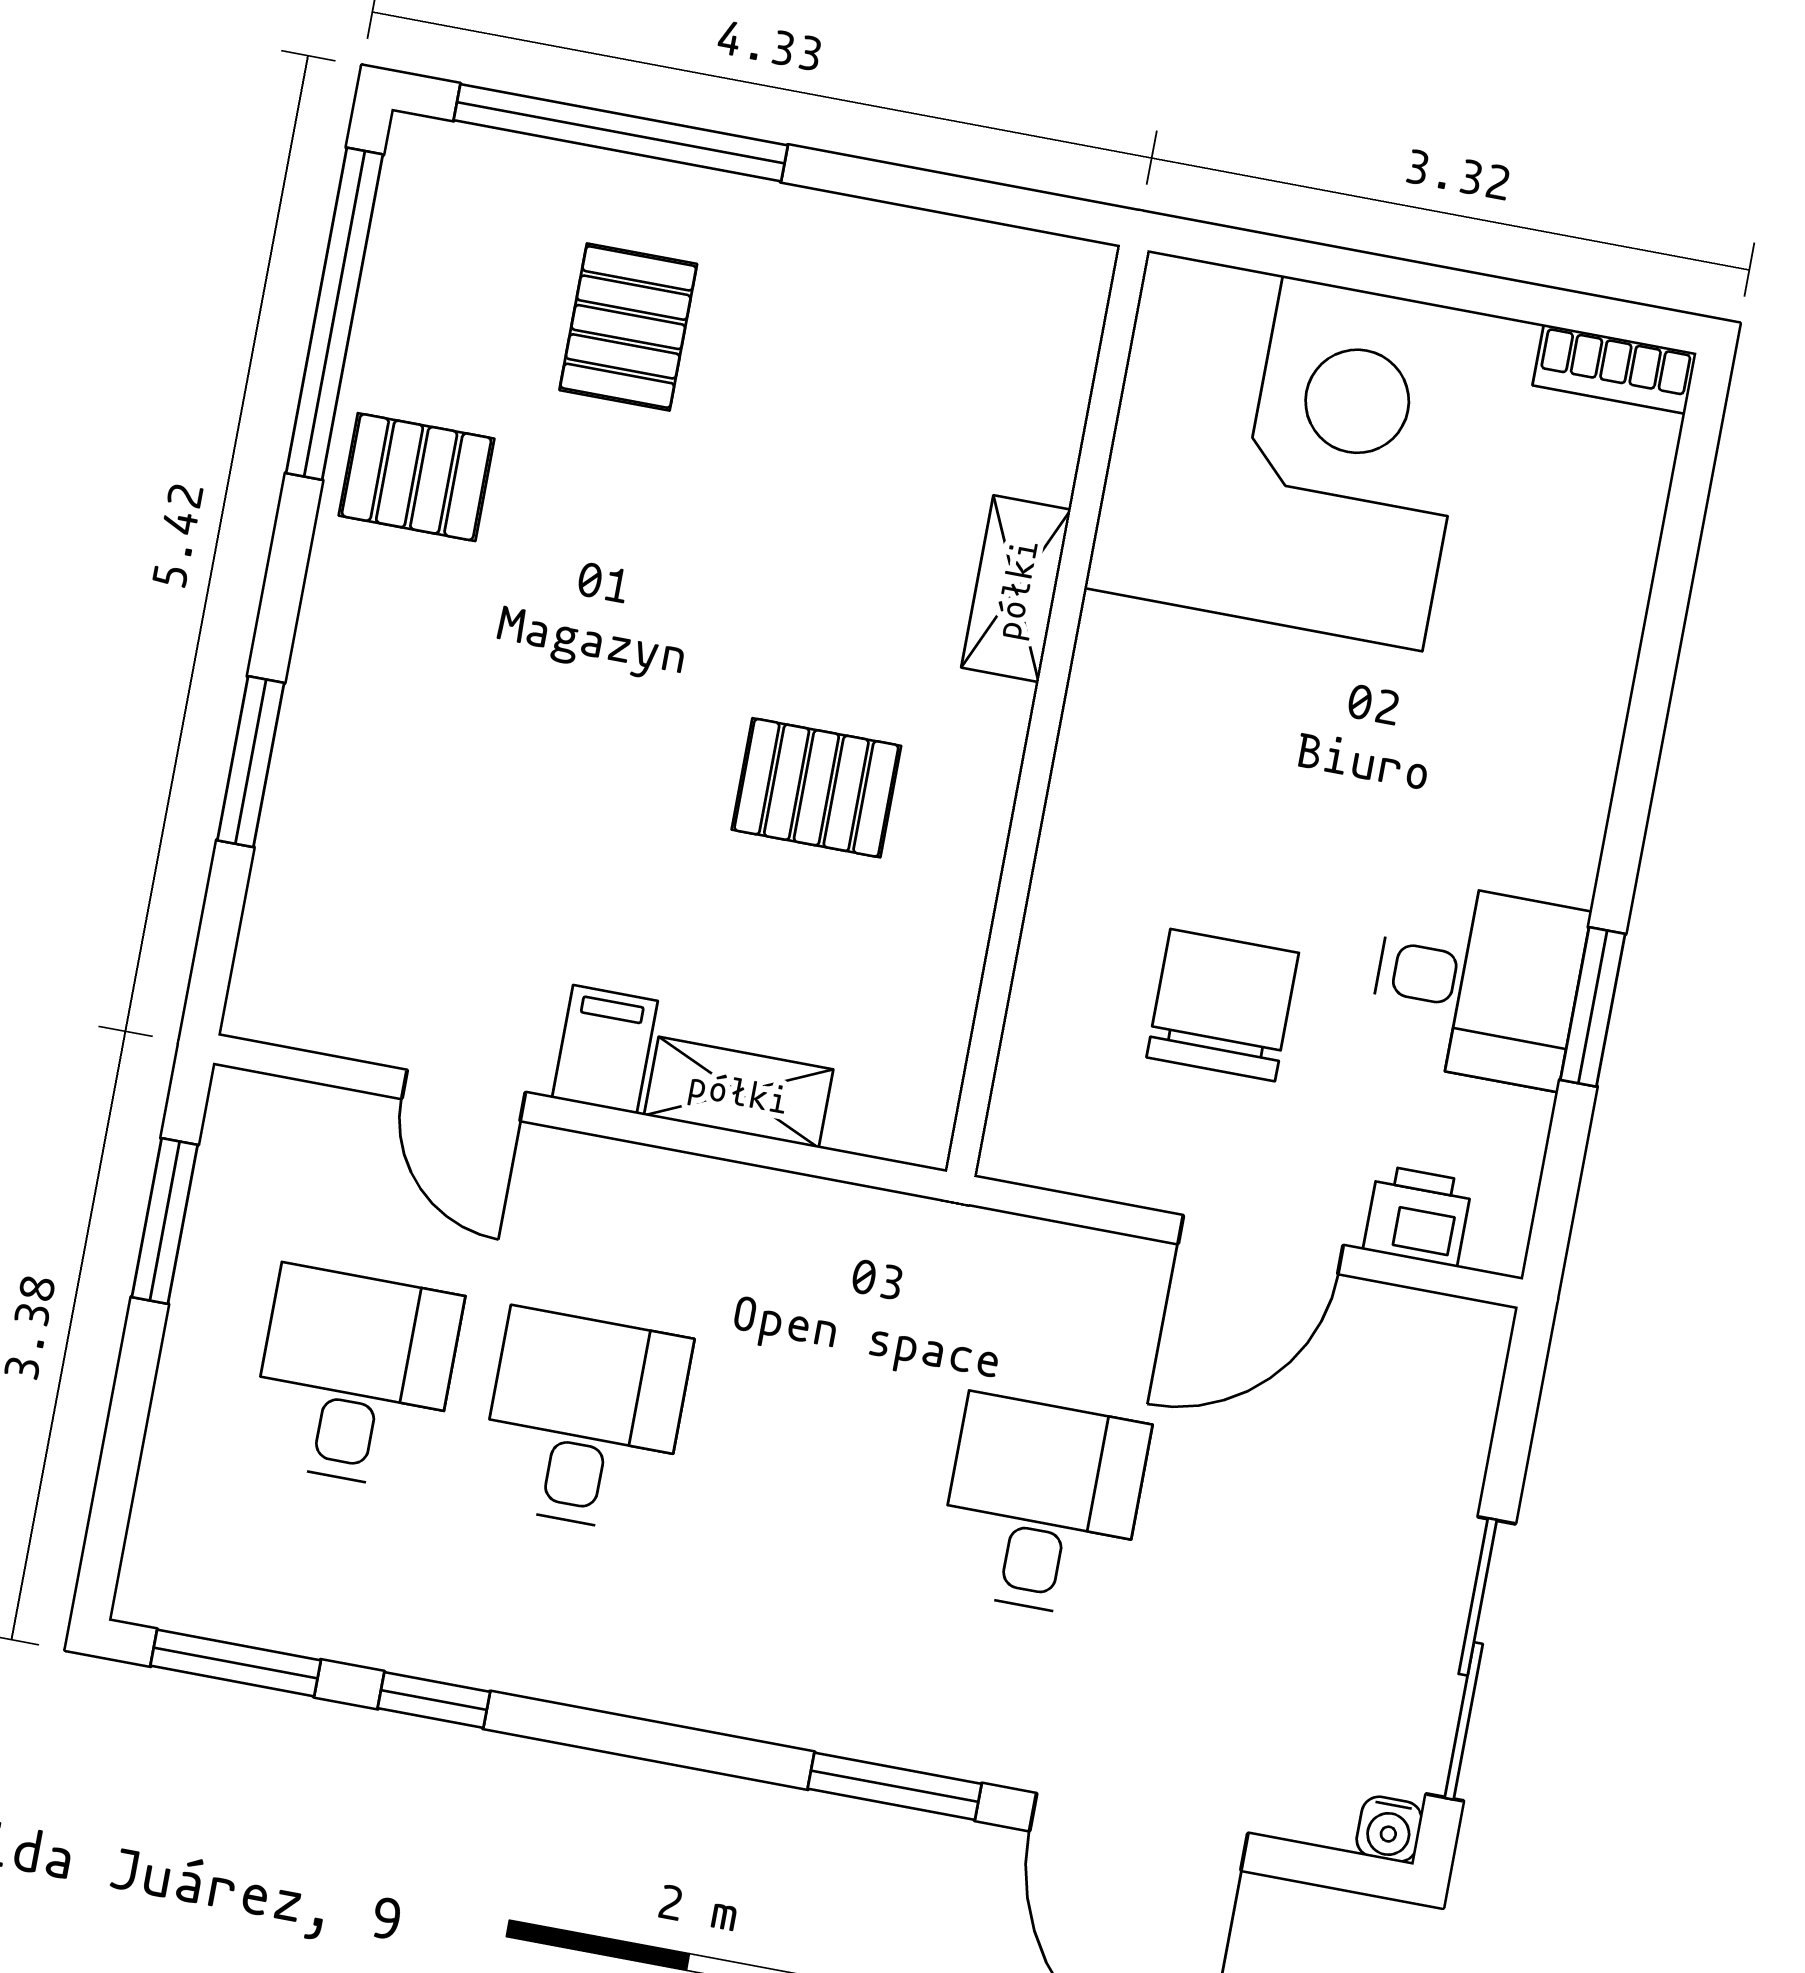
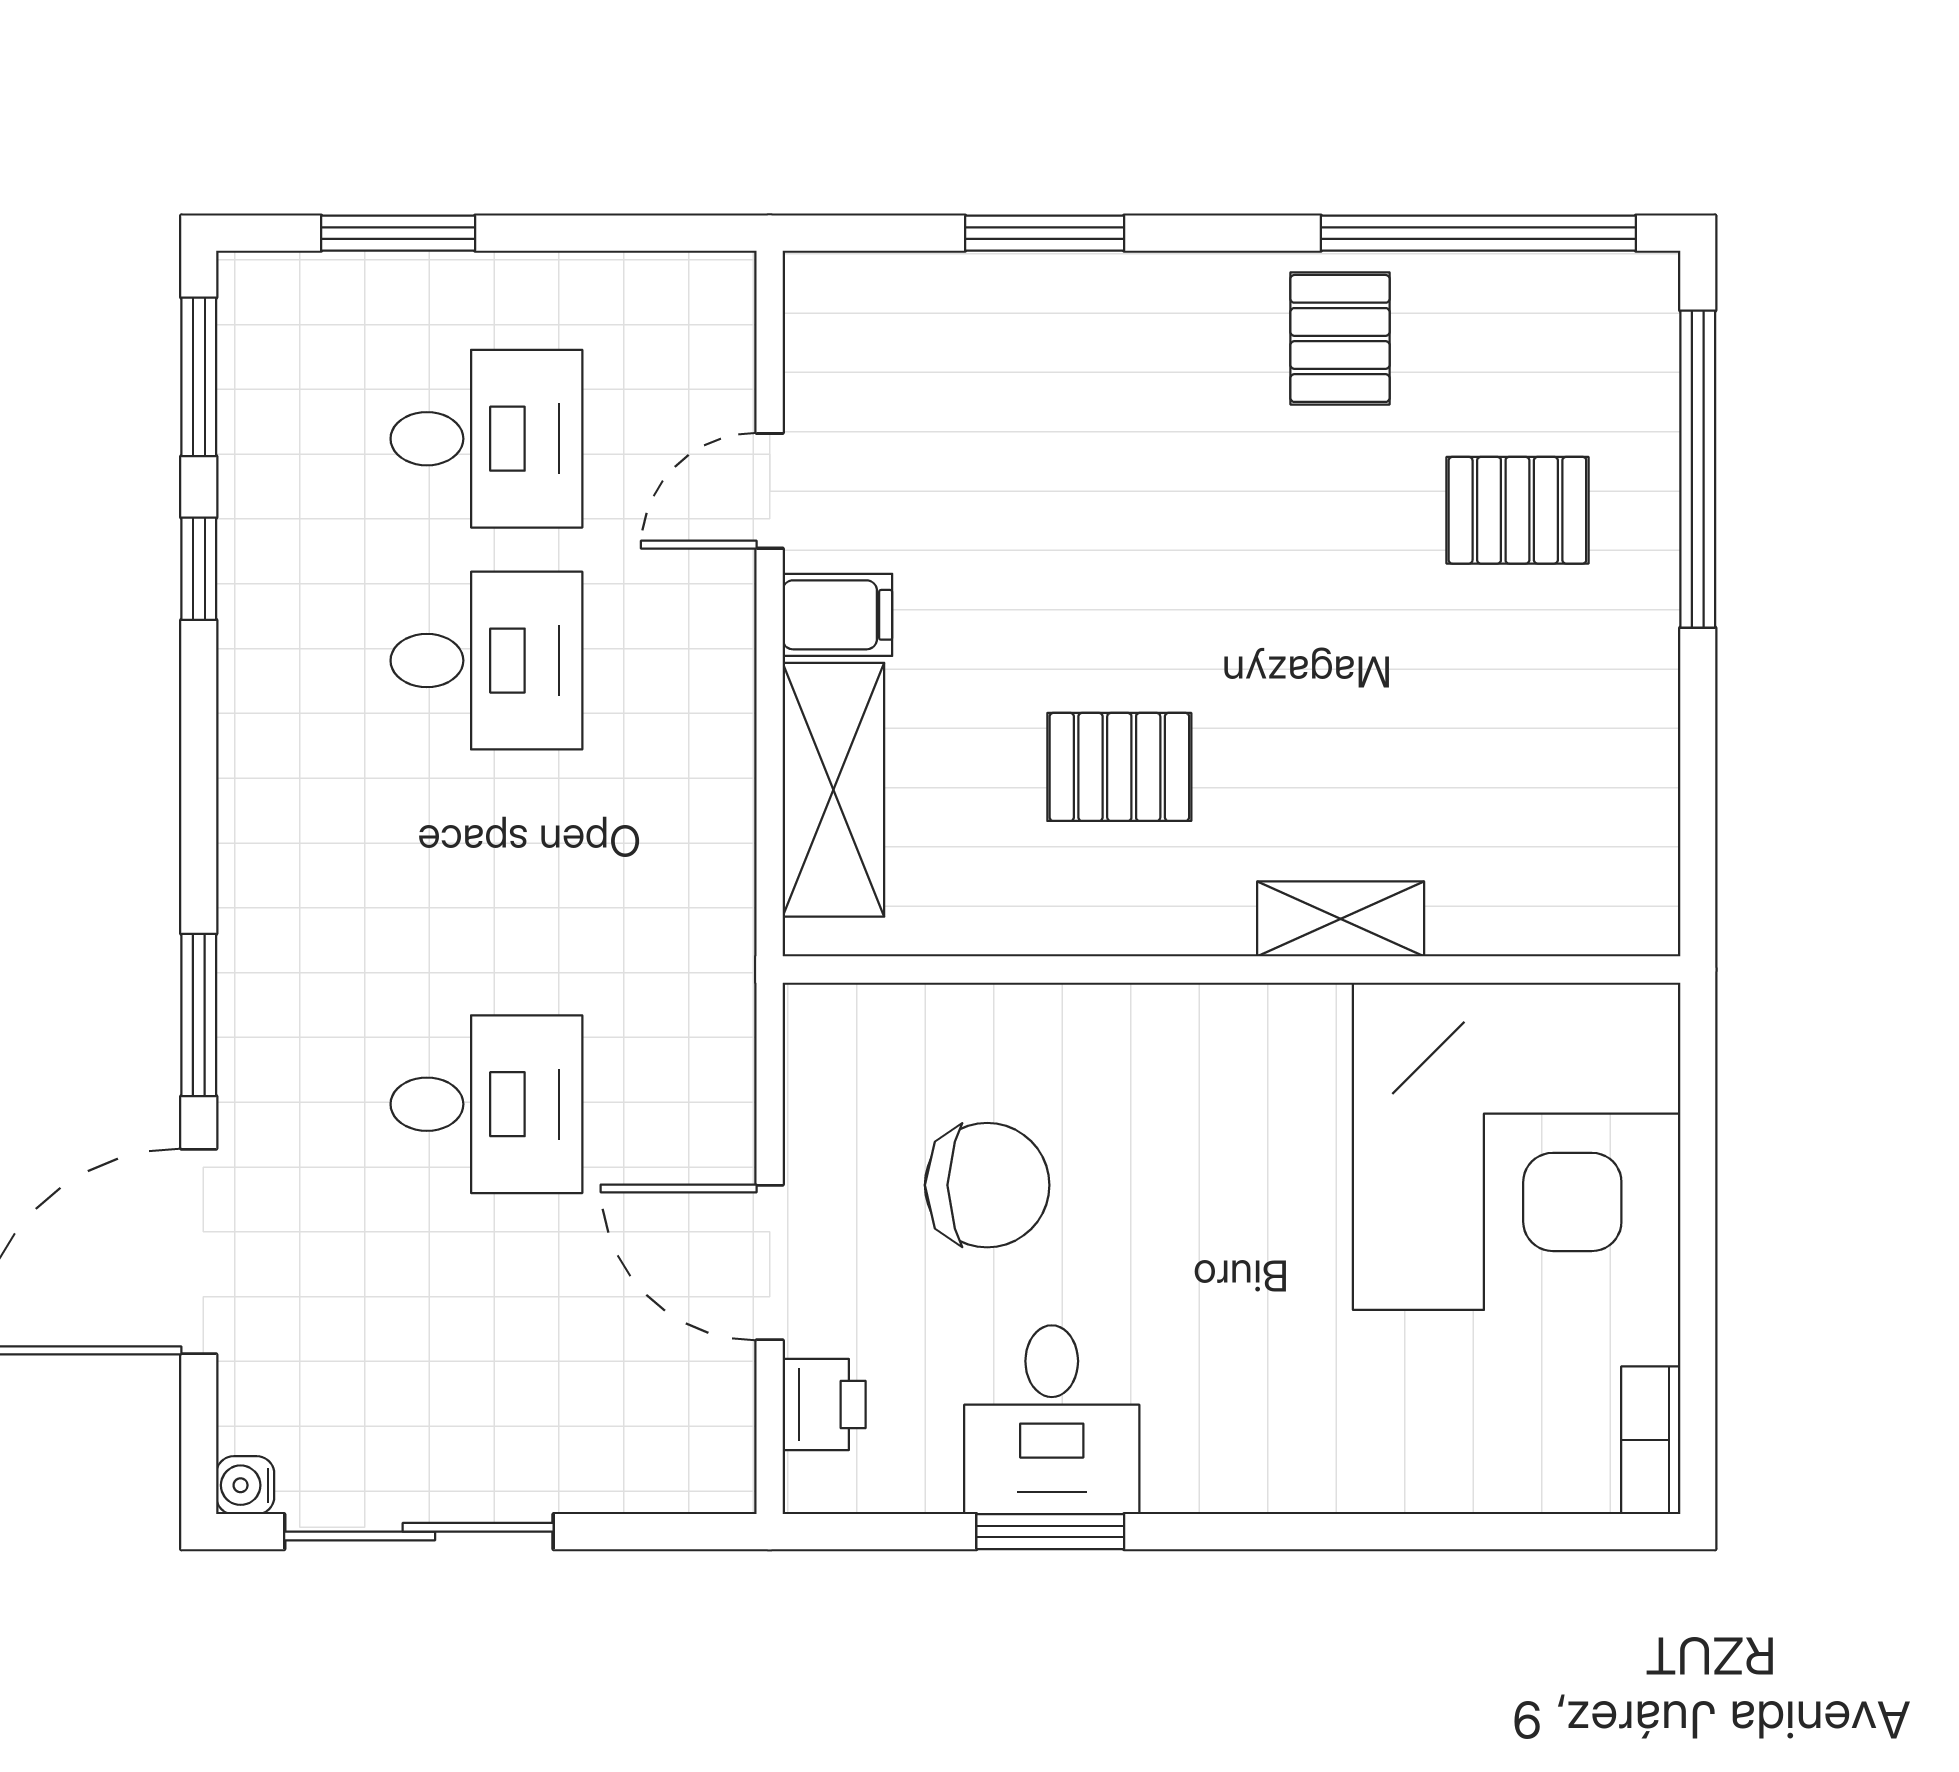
pallet: (816, 788) -> (1119, 767), turned 90
shelving: (739, 1092) -> (833, 790), width x1.50, depth x1.33
window: (165, 1221) -> (398, 233), moved

